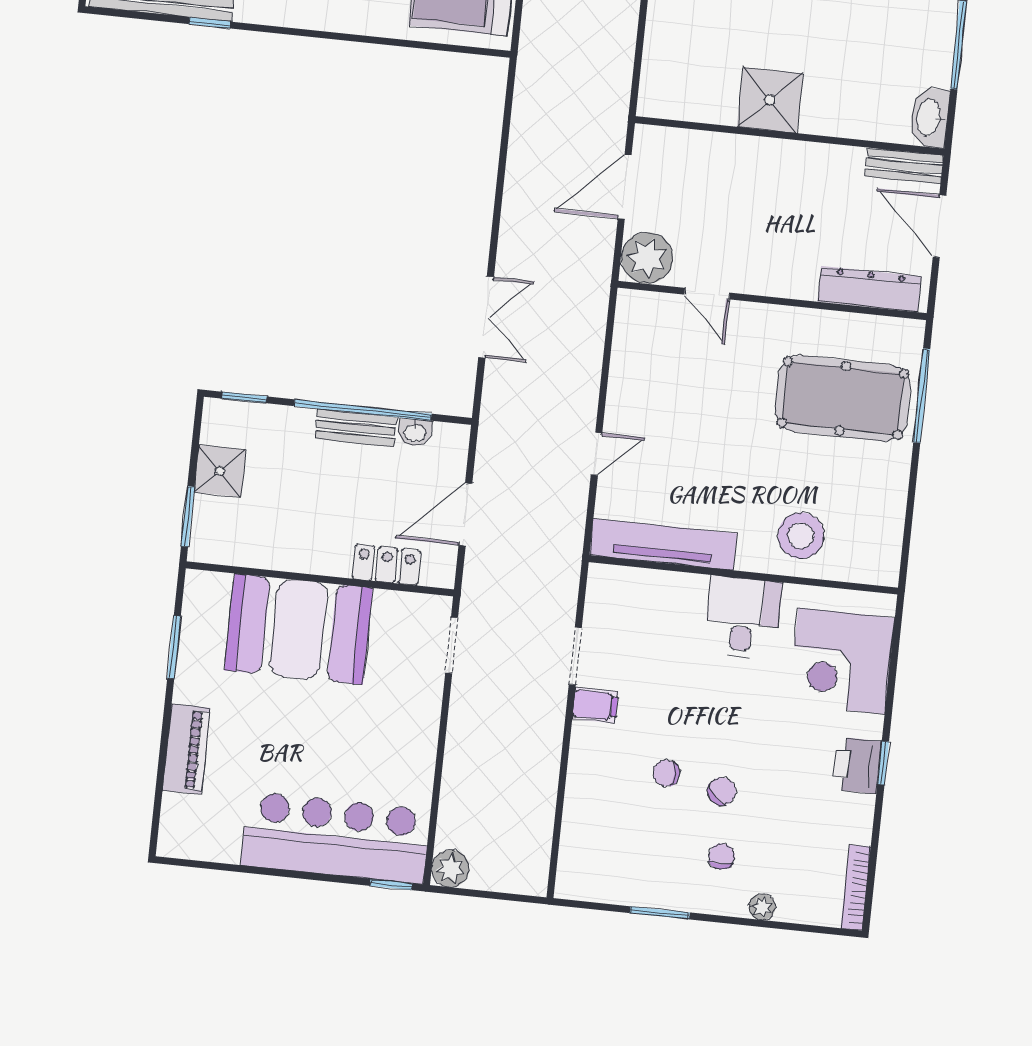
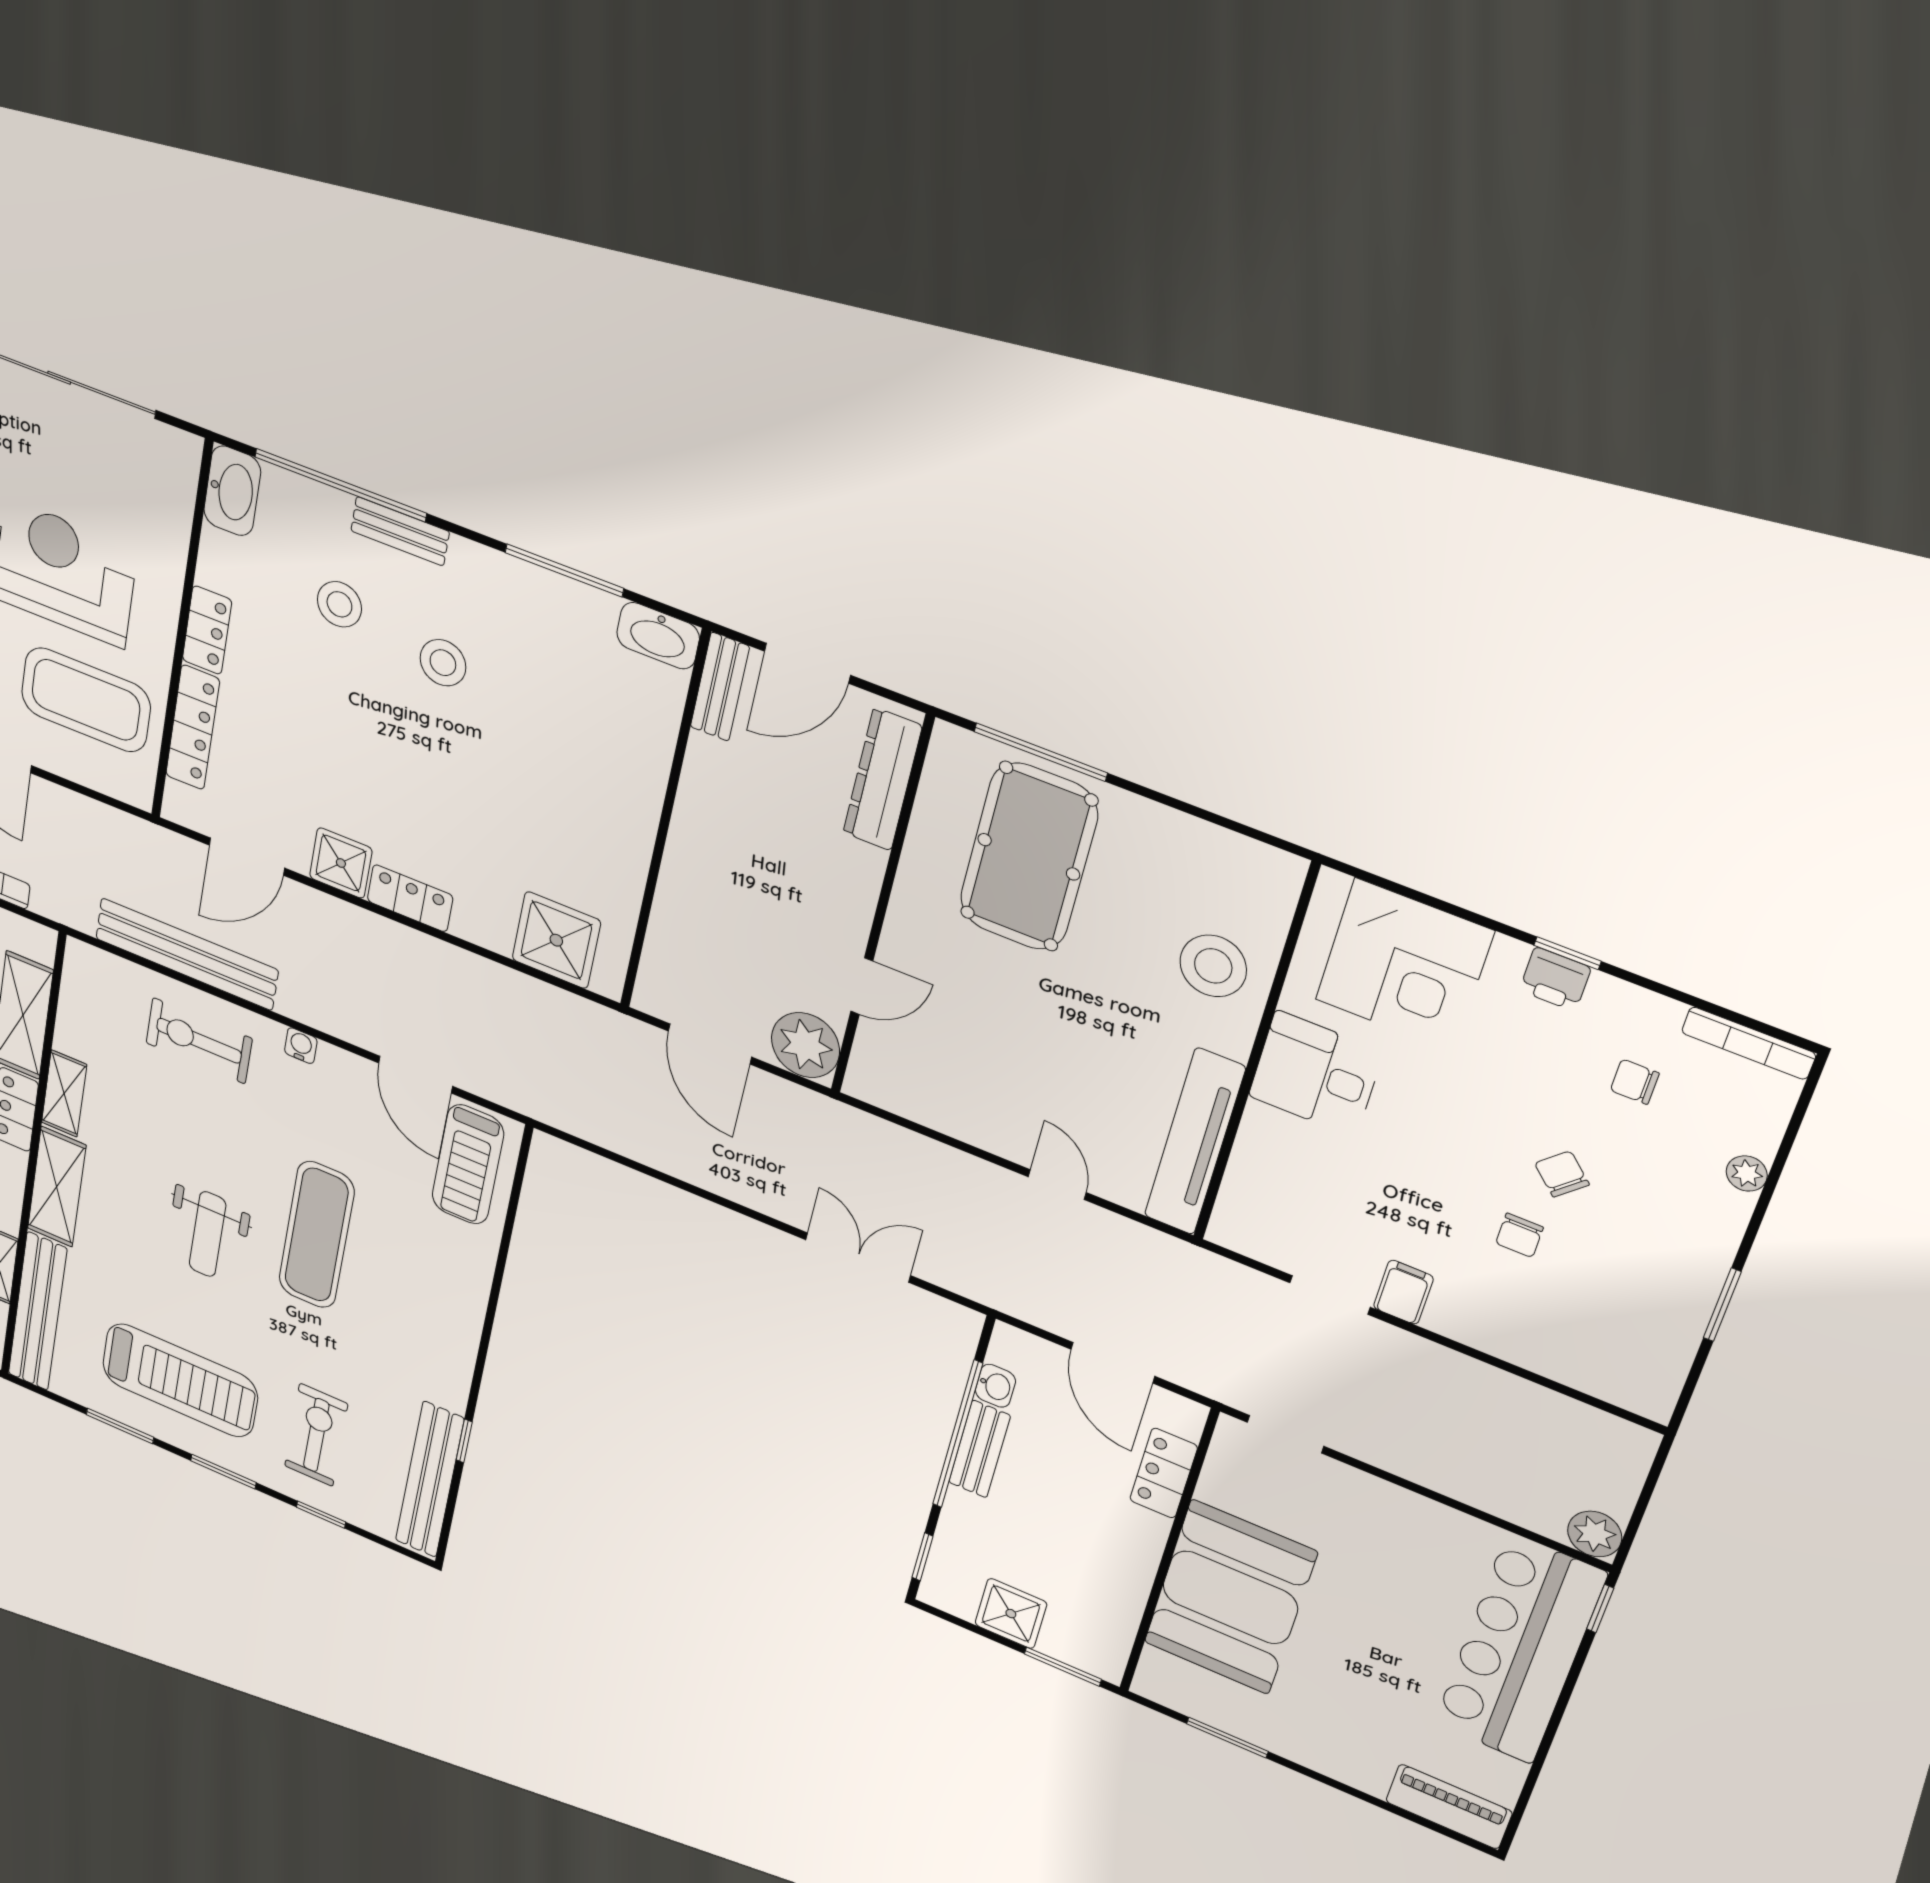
shower: (770, 100) -> (556, 940), moved
piano: (186, 749) -> (1449, 1807), moved
printer: (857, 765) -> (1555, 979), width x0.73, depth x0.81
chair: (722, 856) -> (1635, 1082), moved

